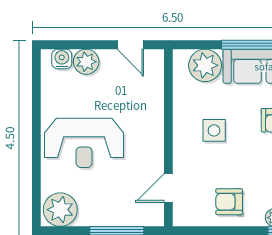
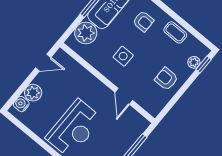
door: (168, 188) -> (124, 96), moved
armchair: (229, 202) -> (166, 79), turned 90

